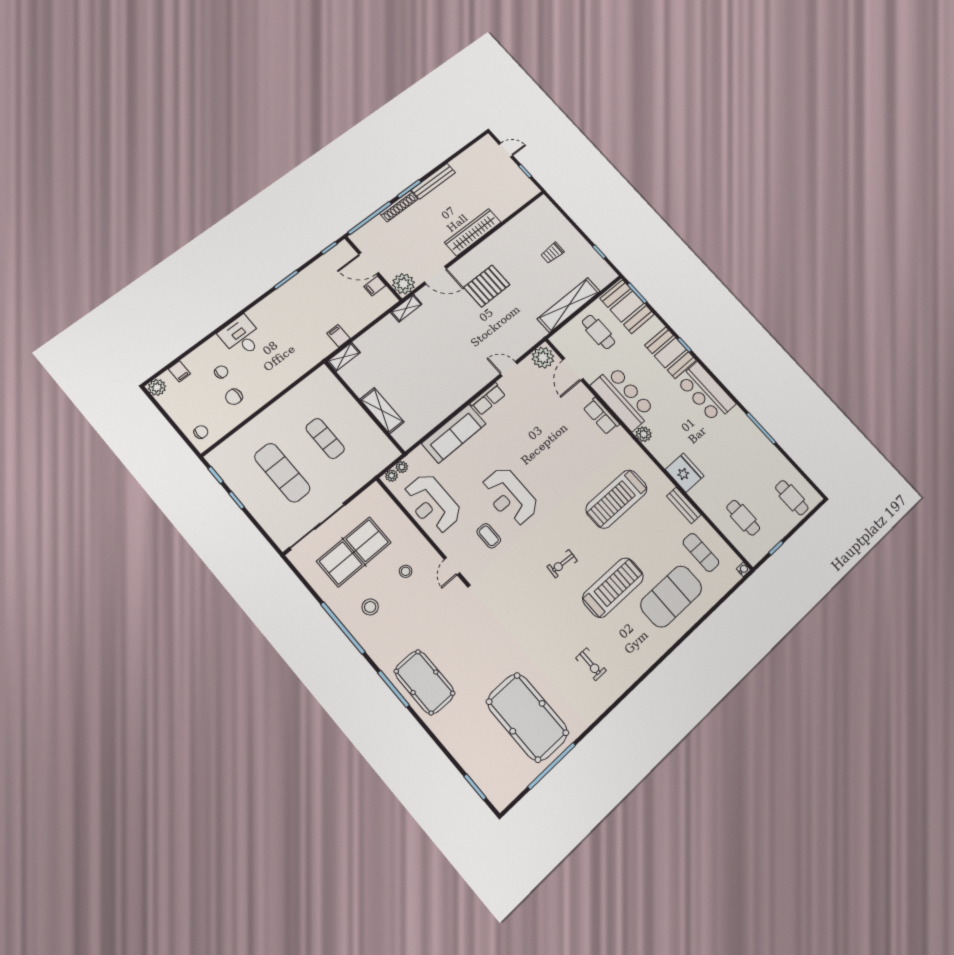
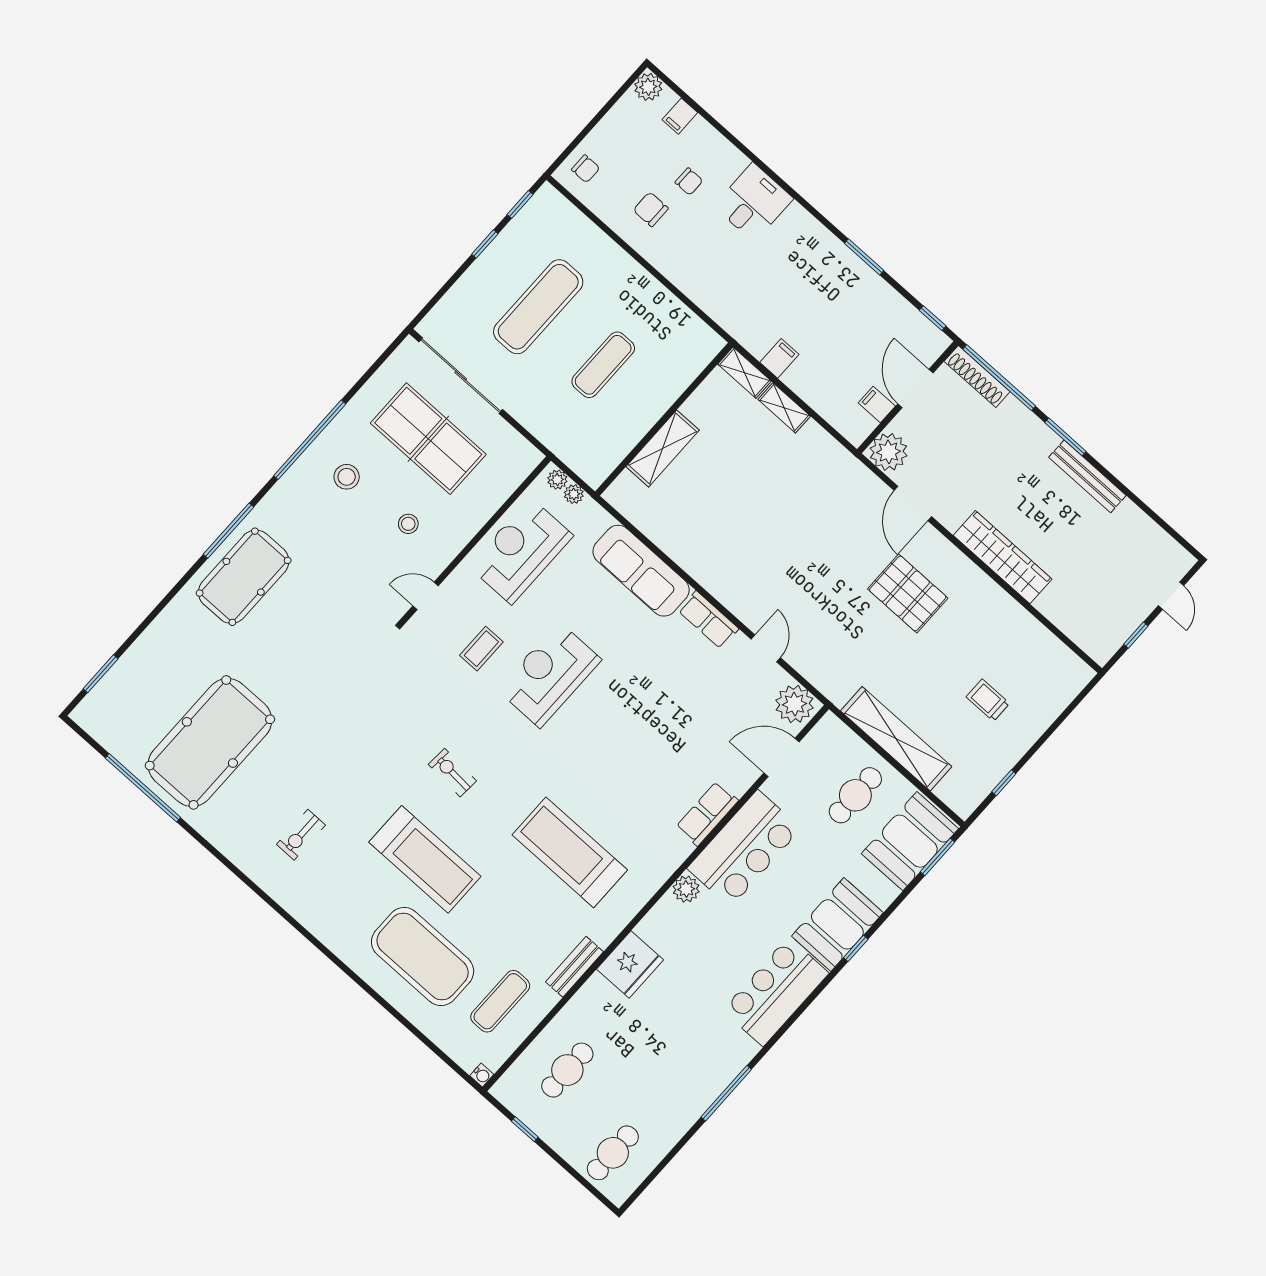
shoe rack: (399, 206) -> (977, 376), moved
shelving: (406, 308) -> (784, 408), moved

